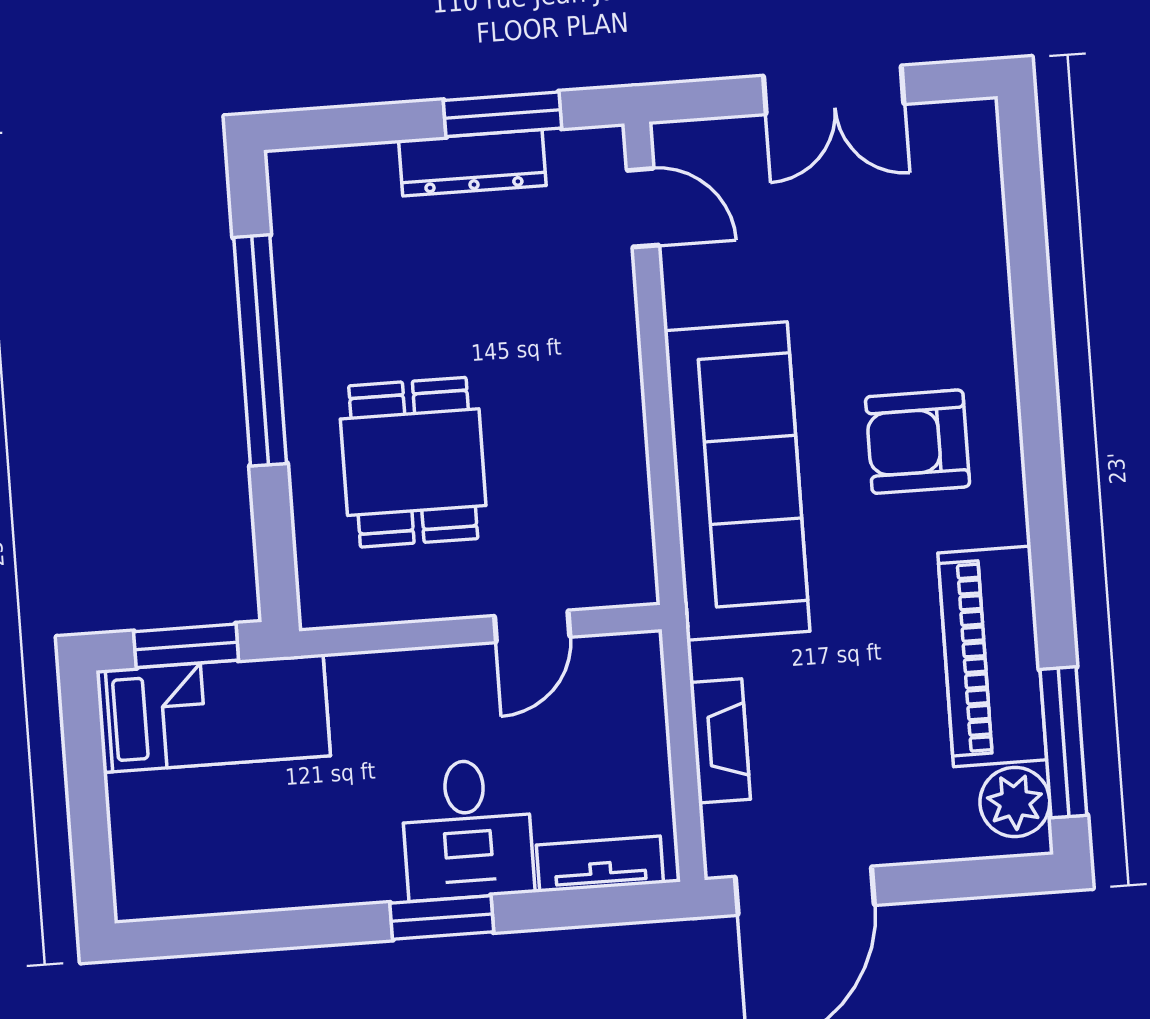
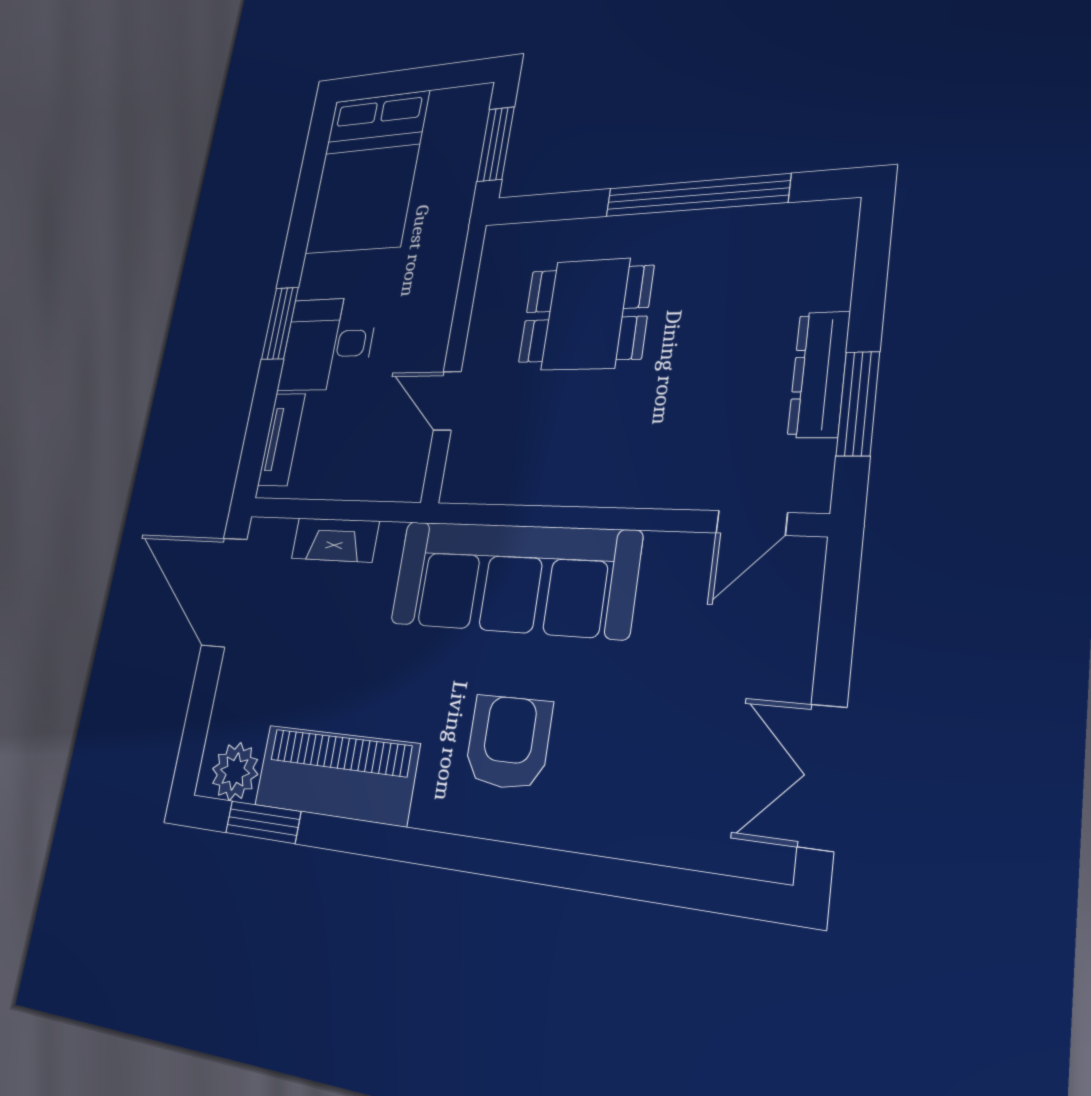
double door: (834, 90) -> (822, 777), moved
bed: (213, 713) -> (367, 172), moved, width x1.50
window: (1063, 742) -> (263, 822), width x0.69

